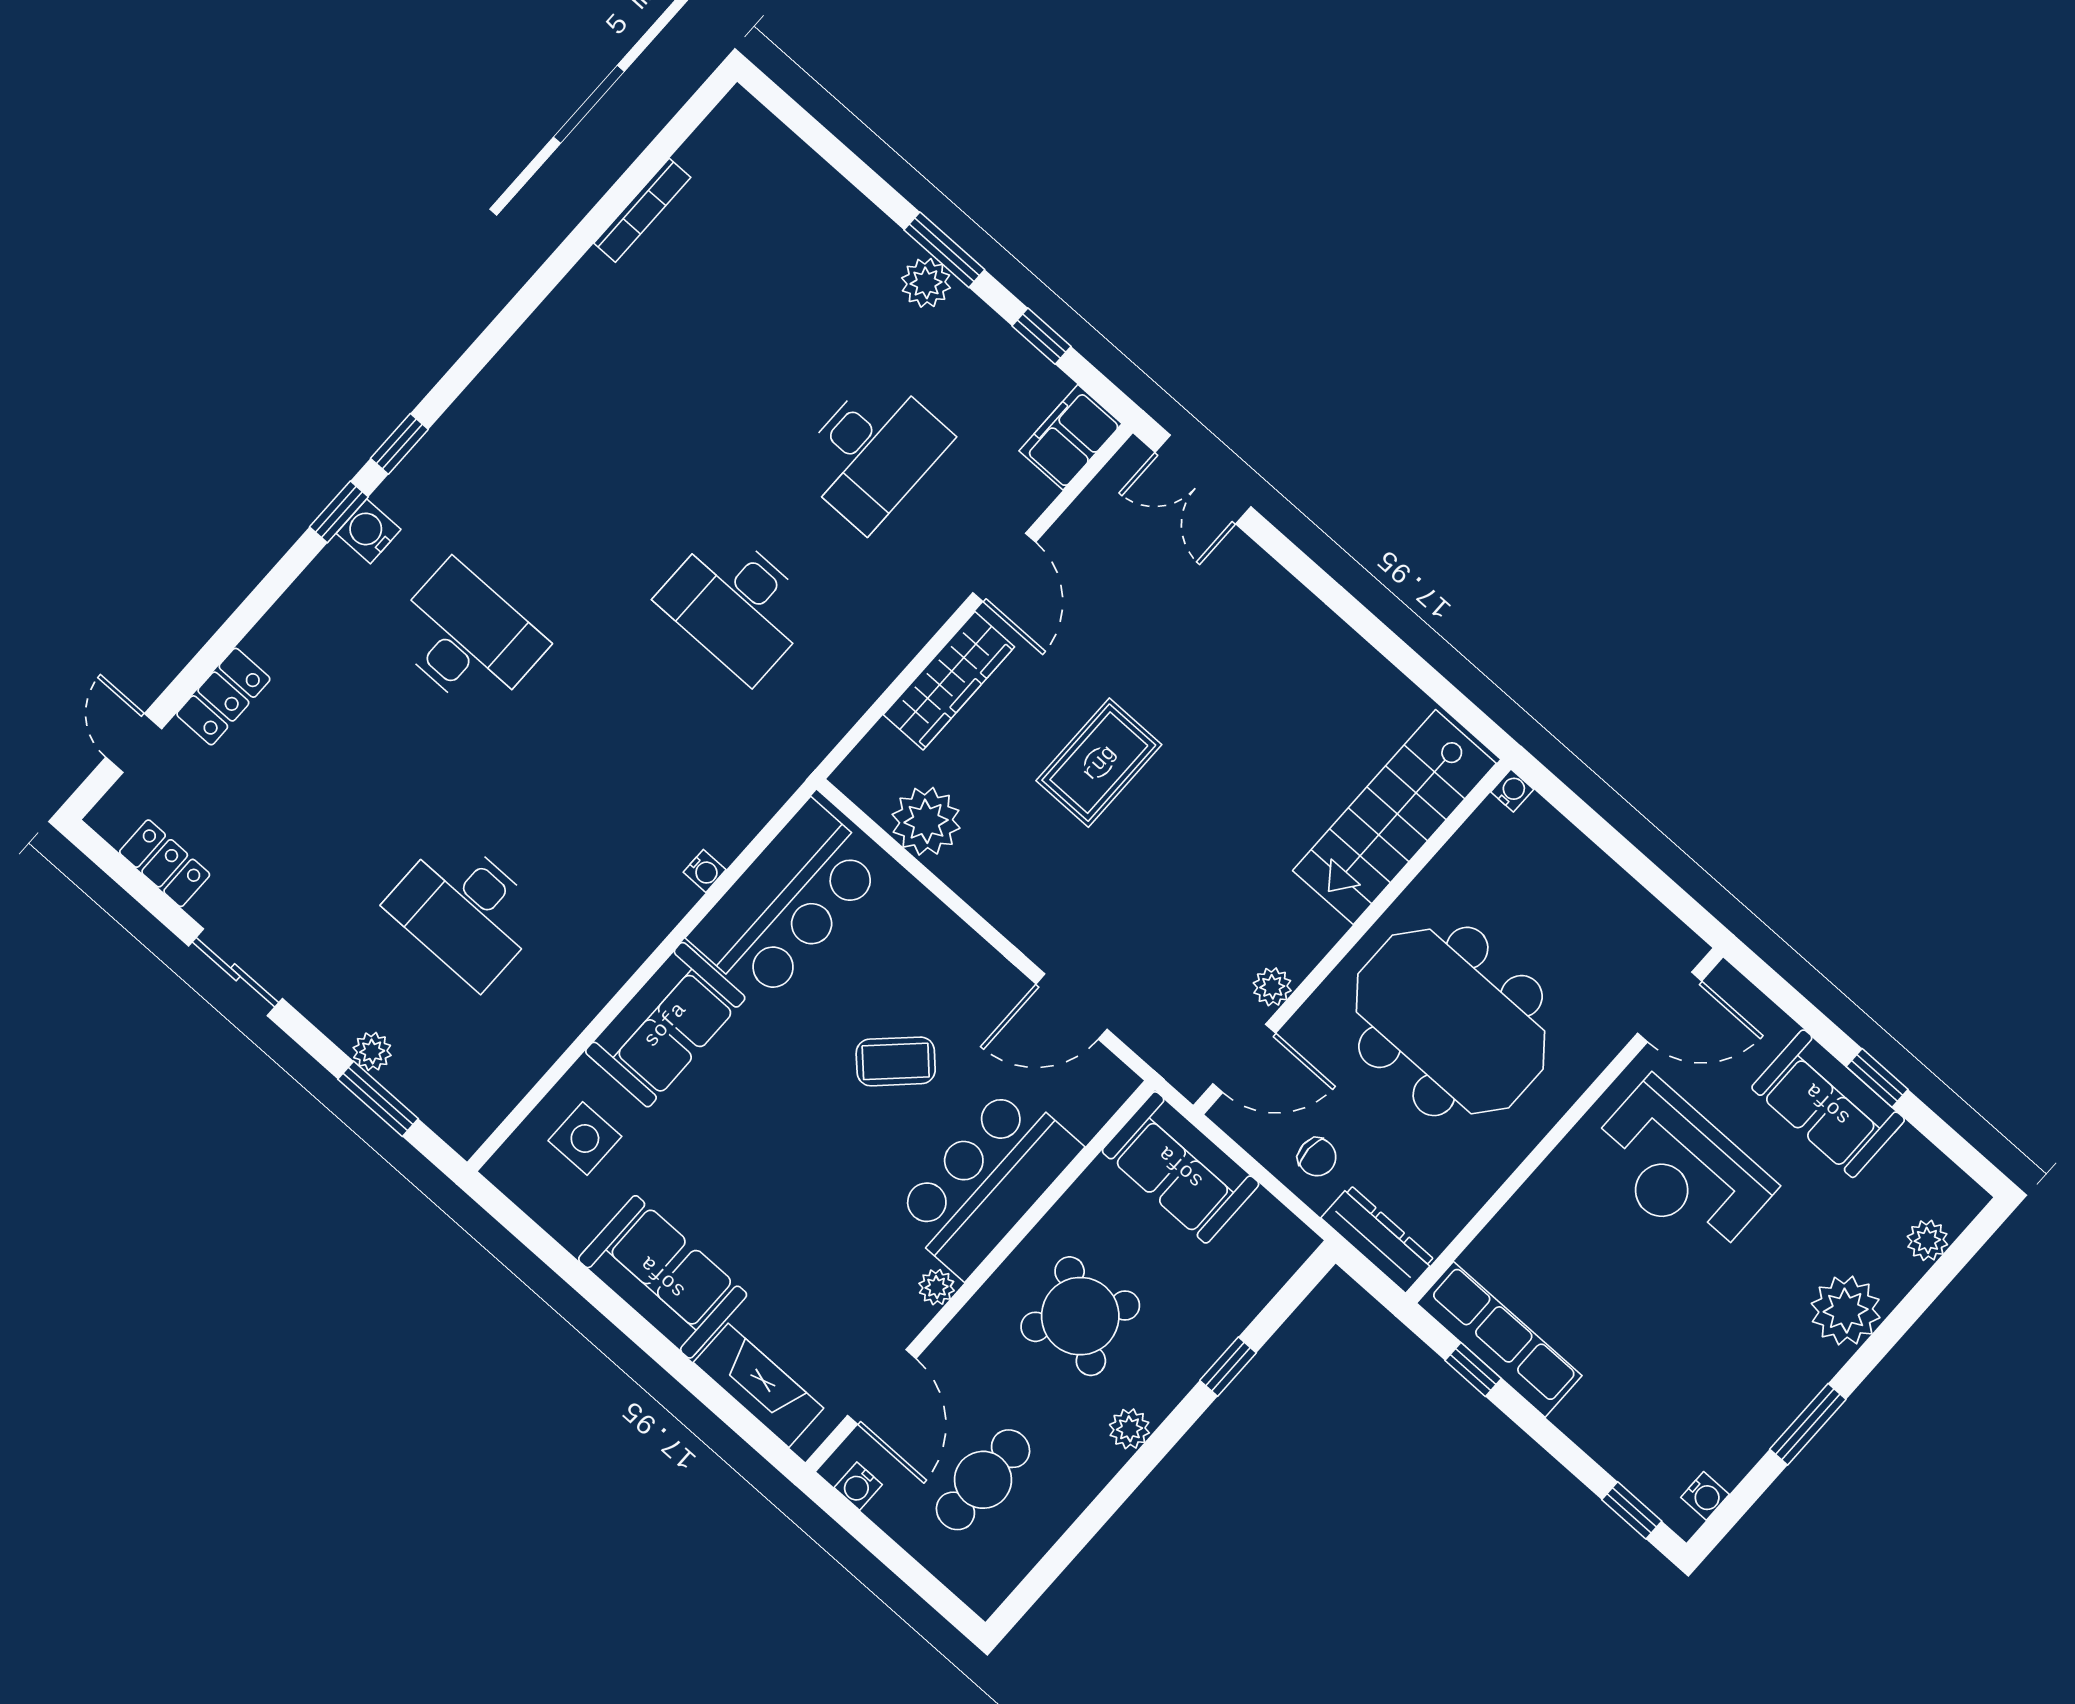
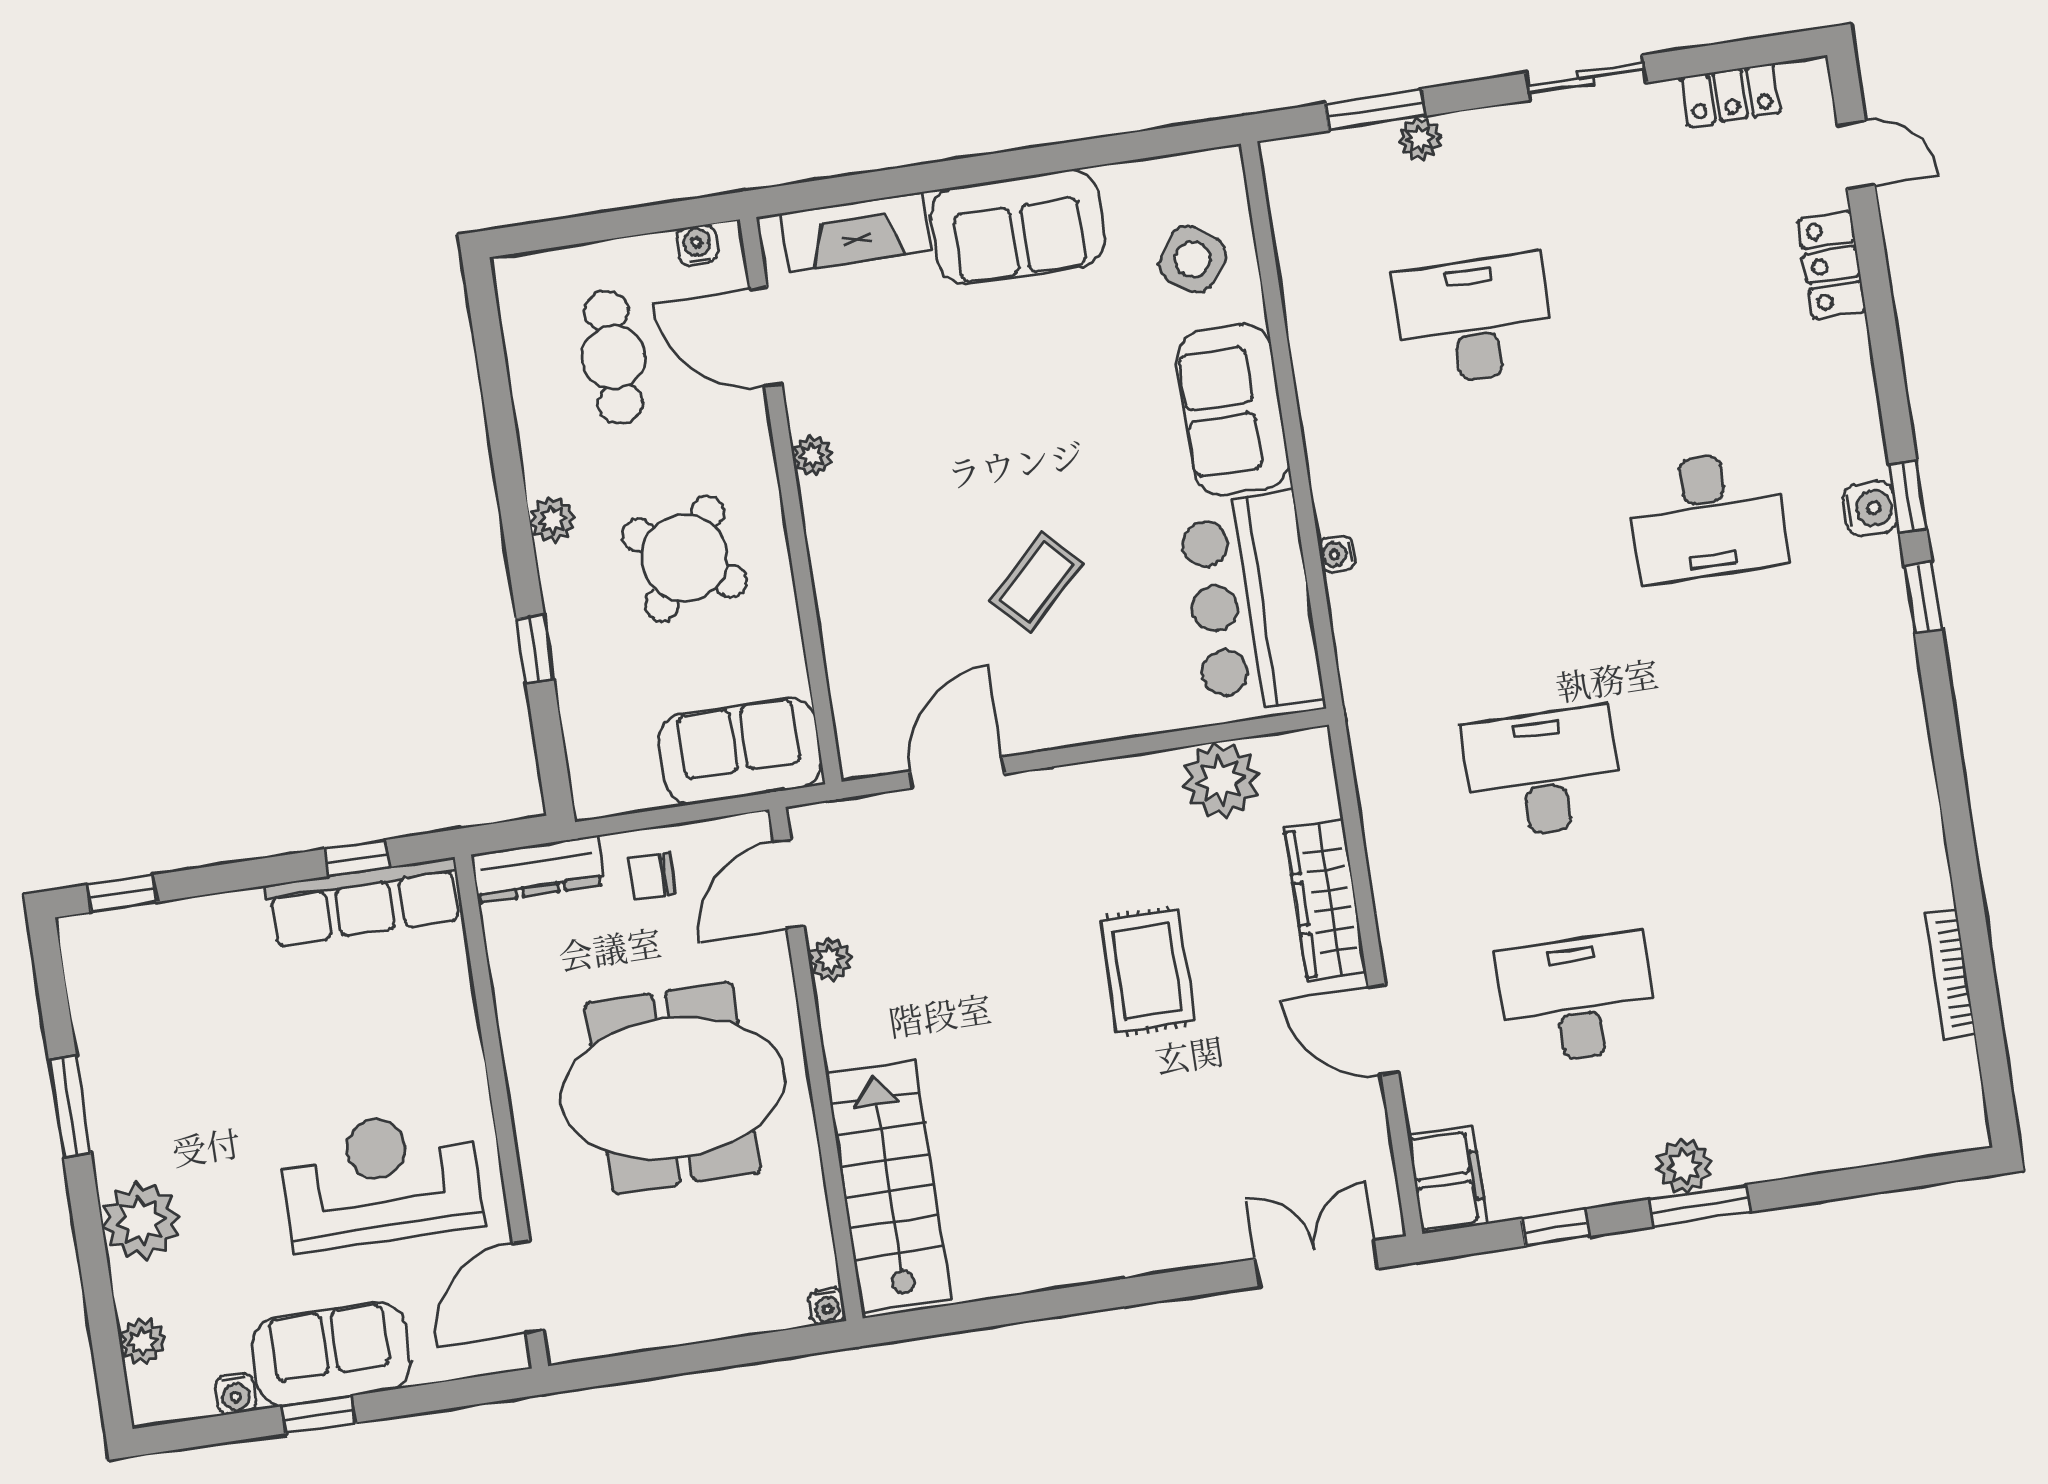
desk: (873, 452) -> (1577, 999), turned 90
side table: (585, 1138) -> (1192, 259), turned 36
bar counter: (987, 1181) -> (867, 575), removed
water cooler: (1705, 1496) -> (235, 1394), moved, turned -90

